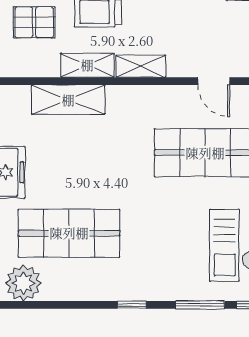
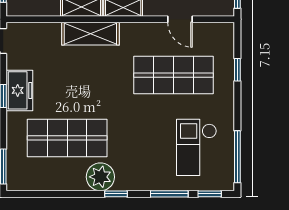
shelving: (68, 100) -> (90, 34), moved
plant: (23, 283) -> (100, 177), moved

